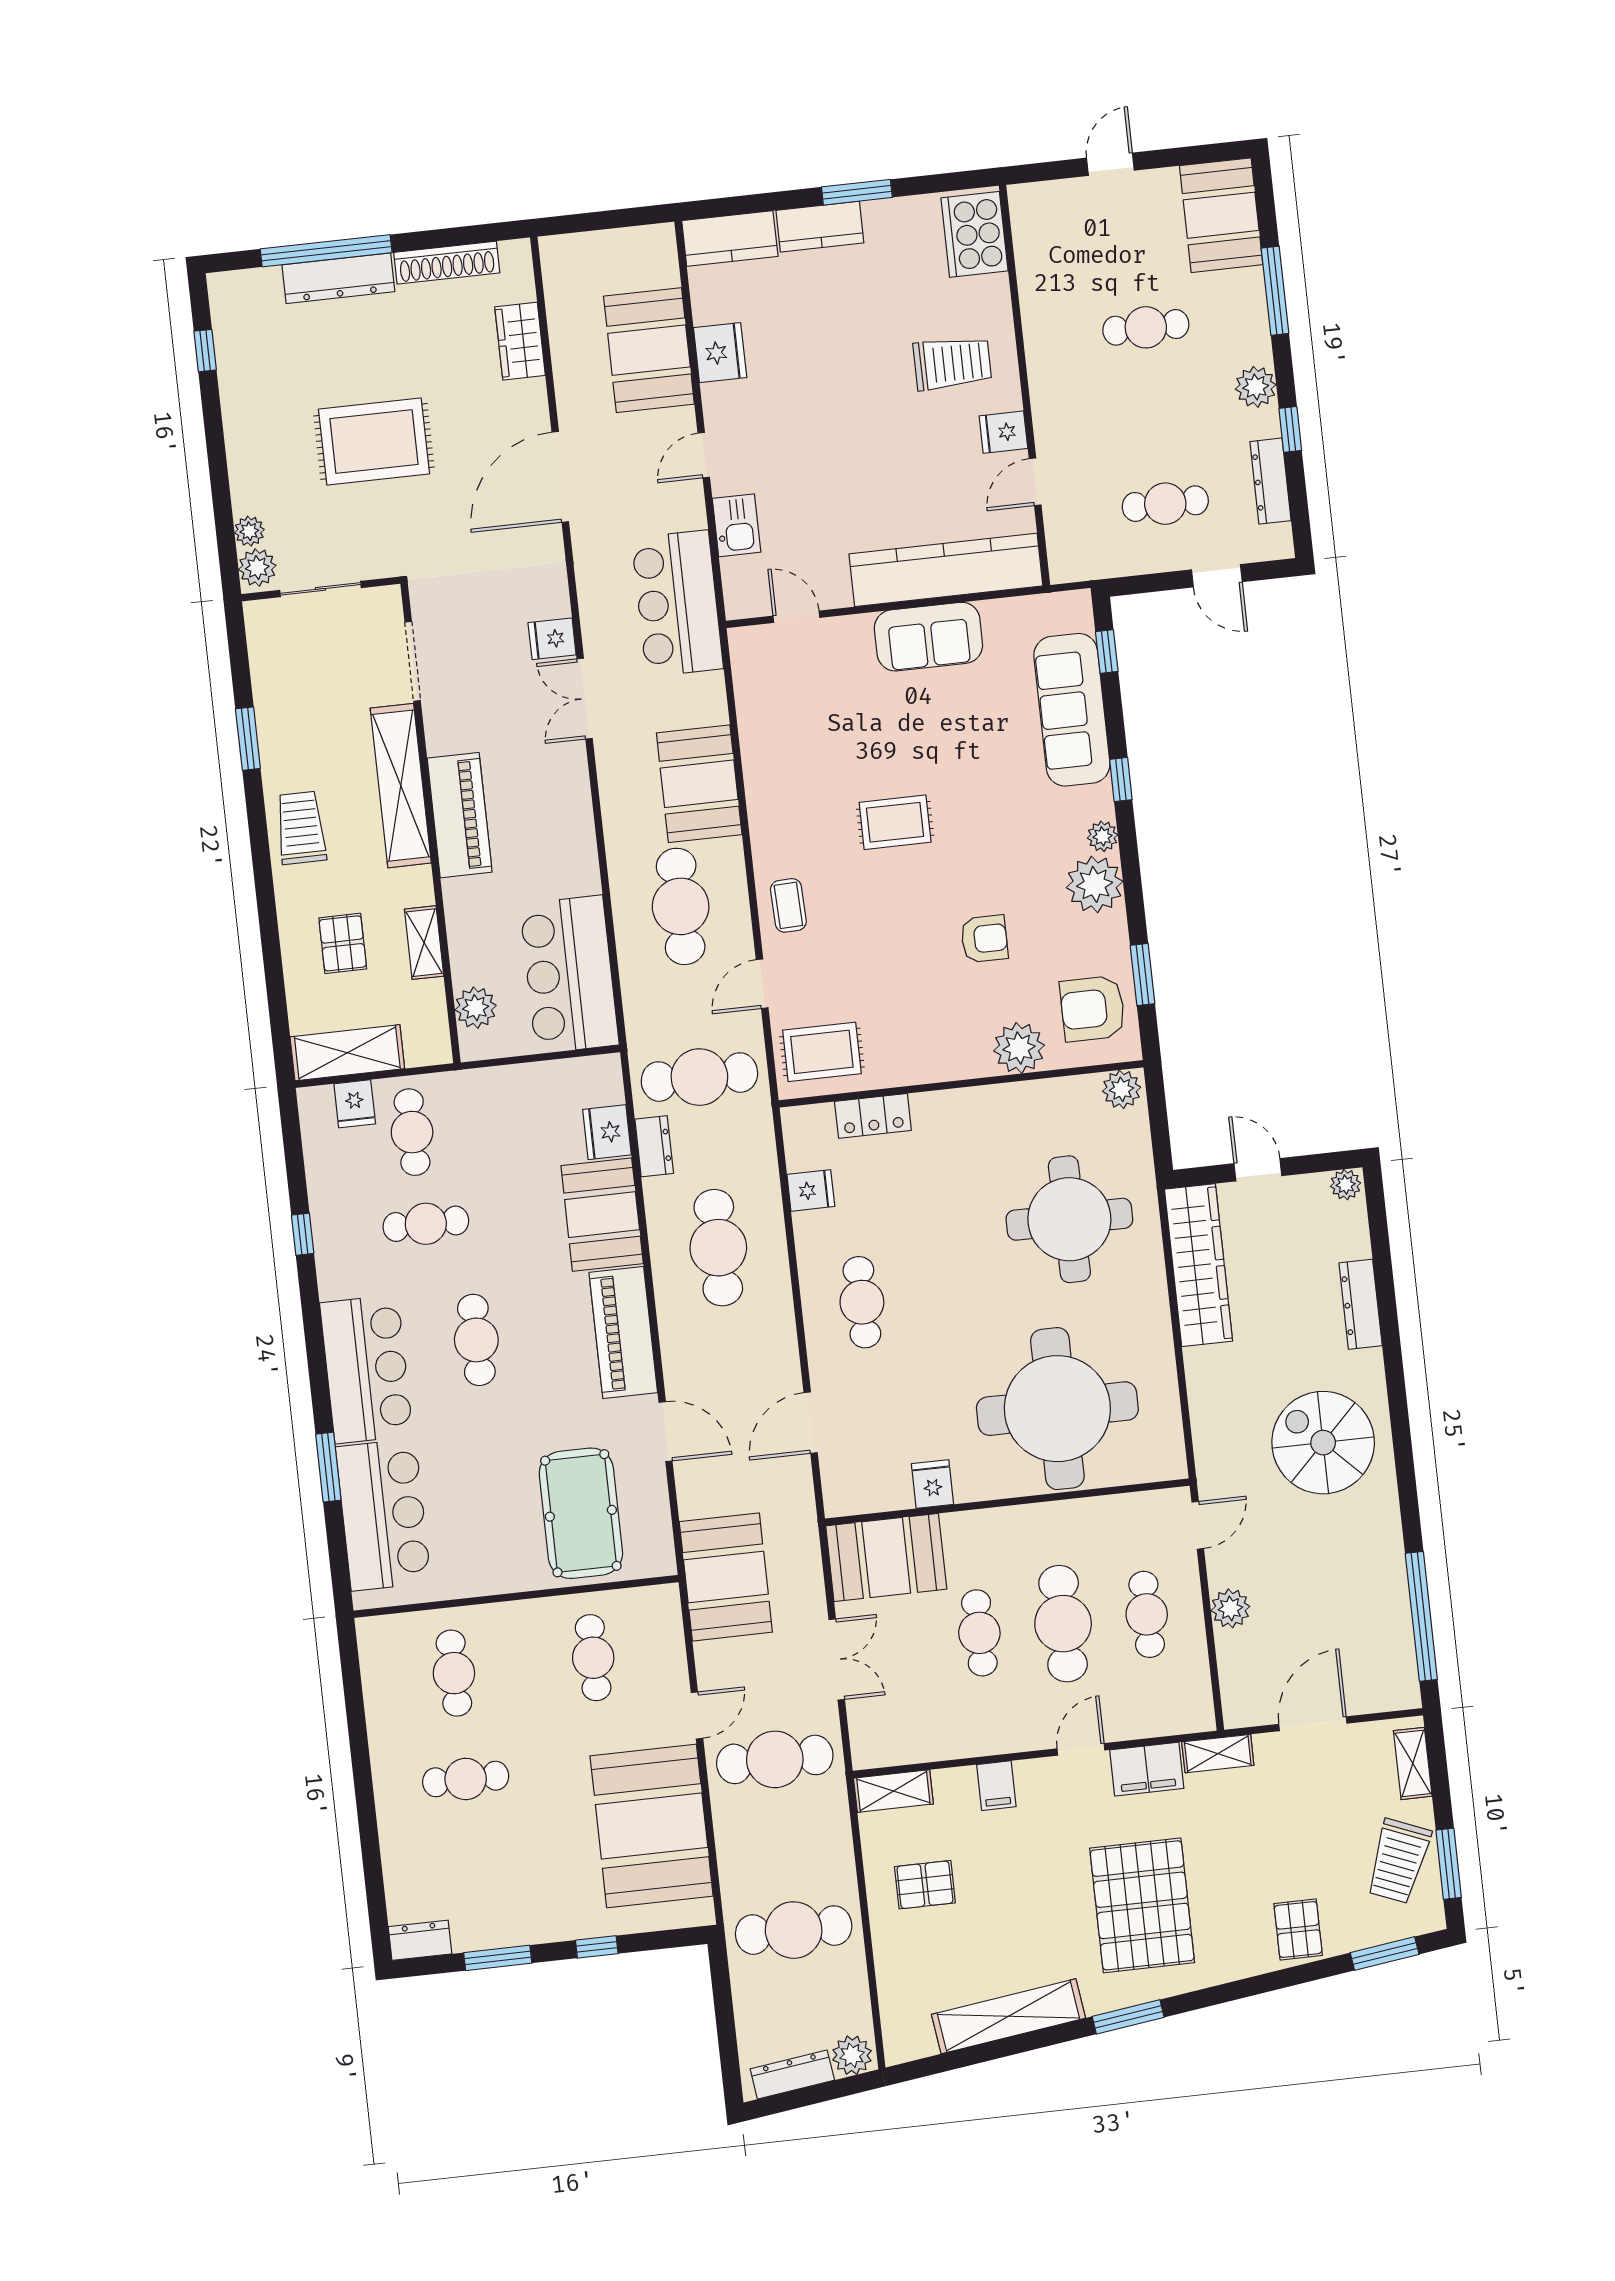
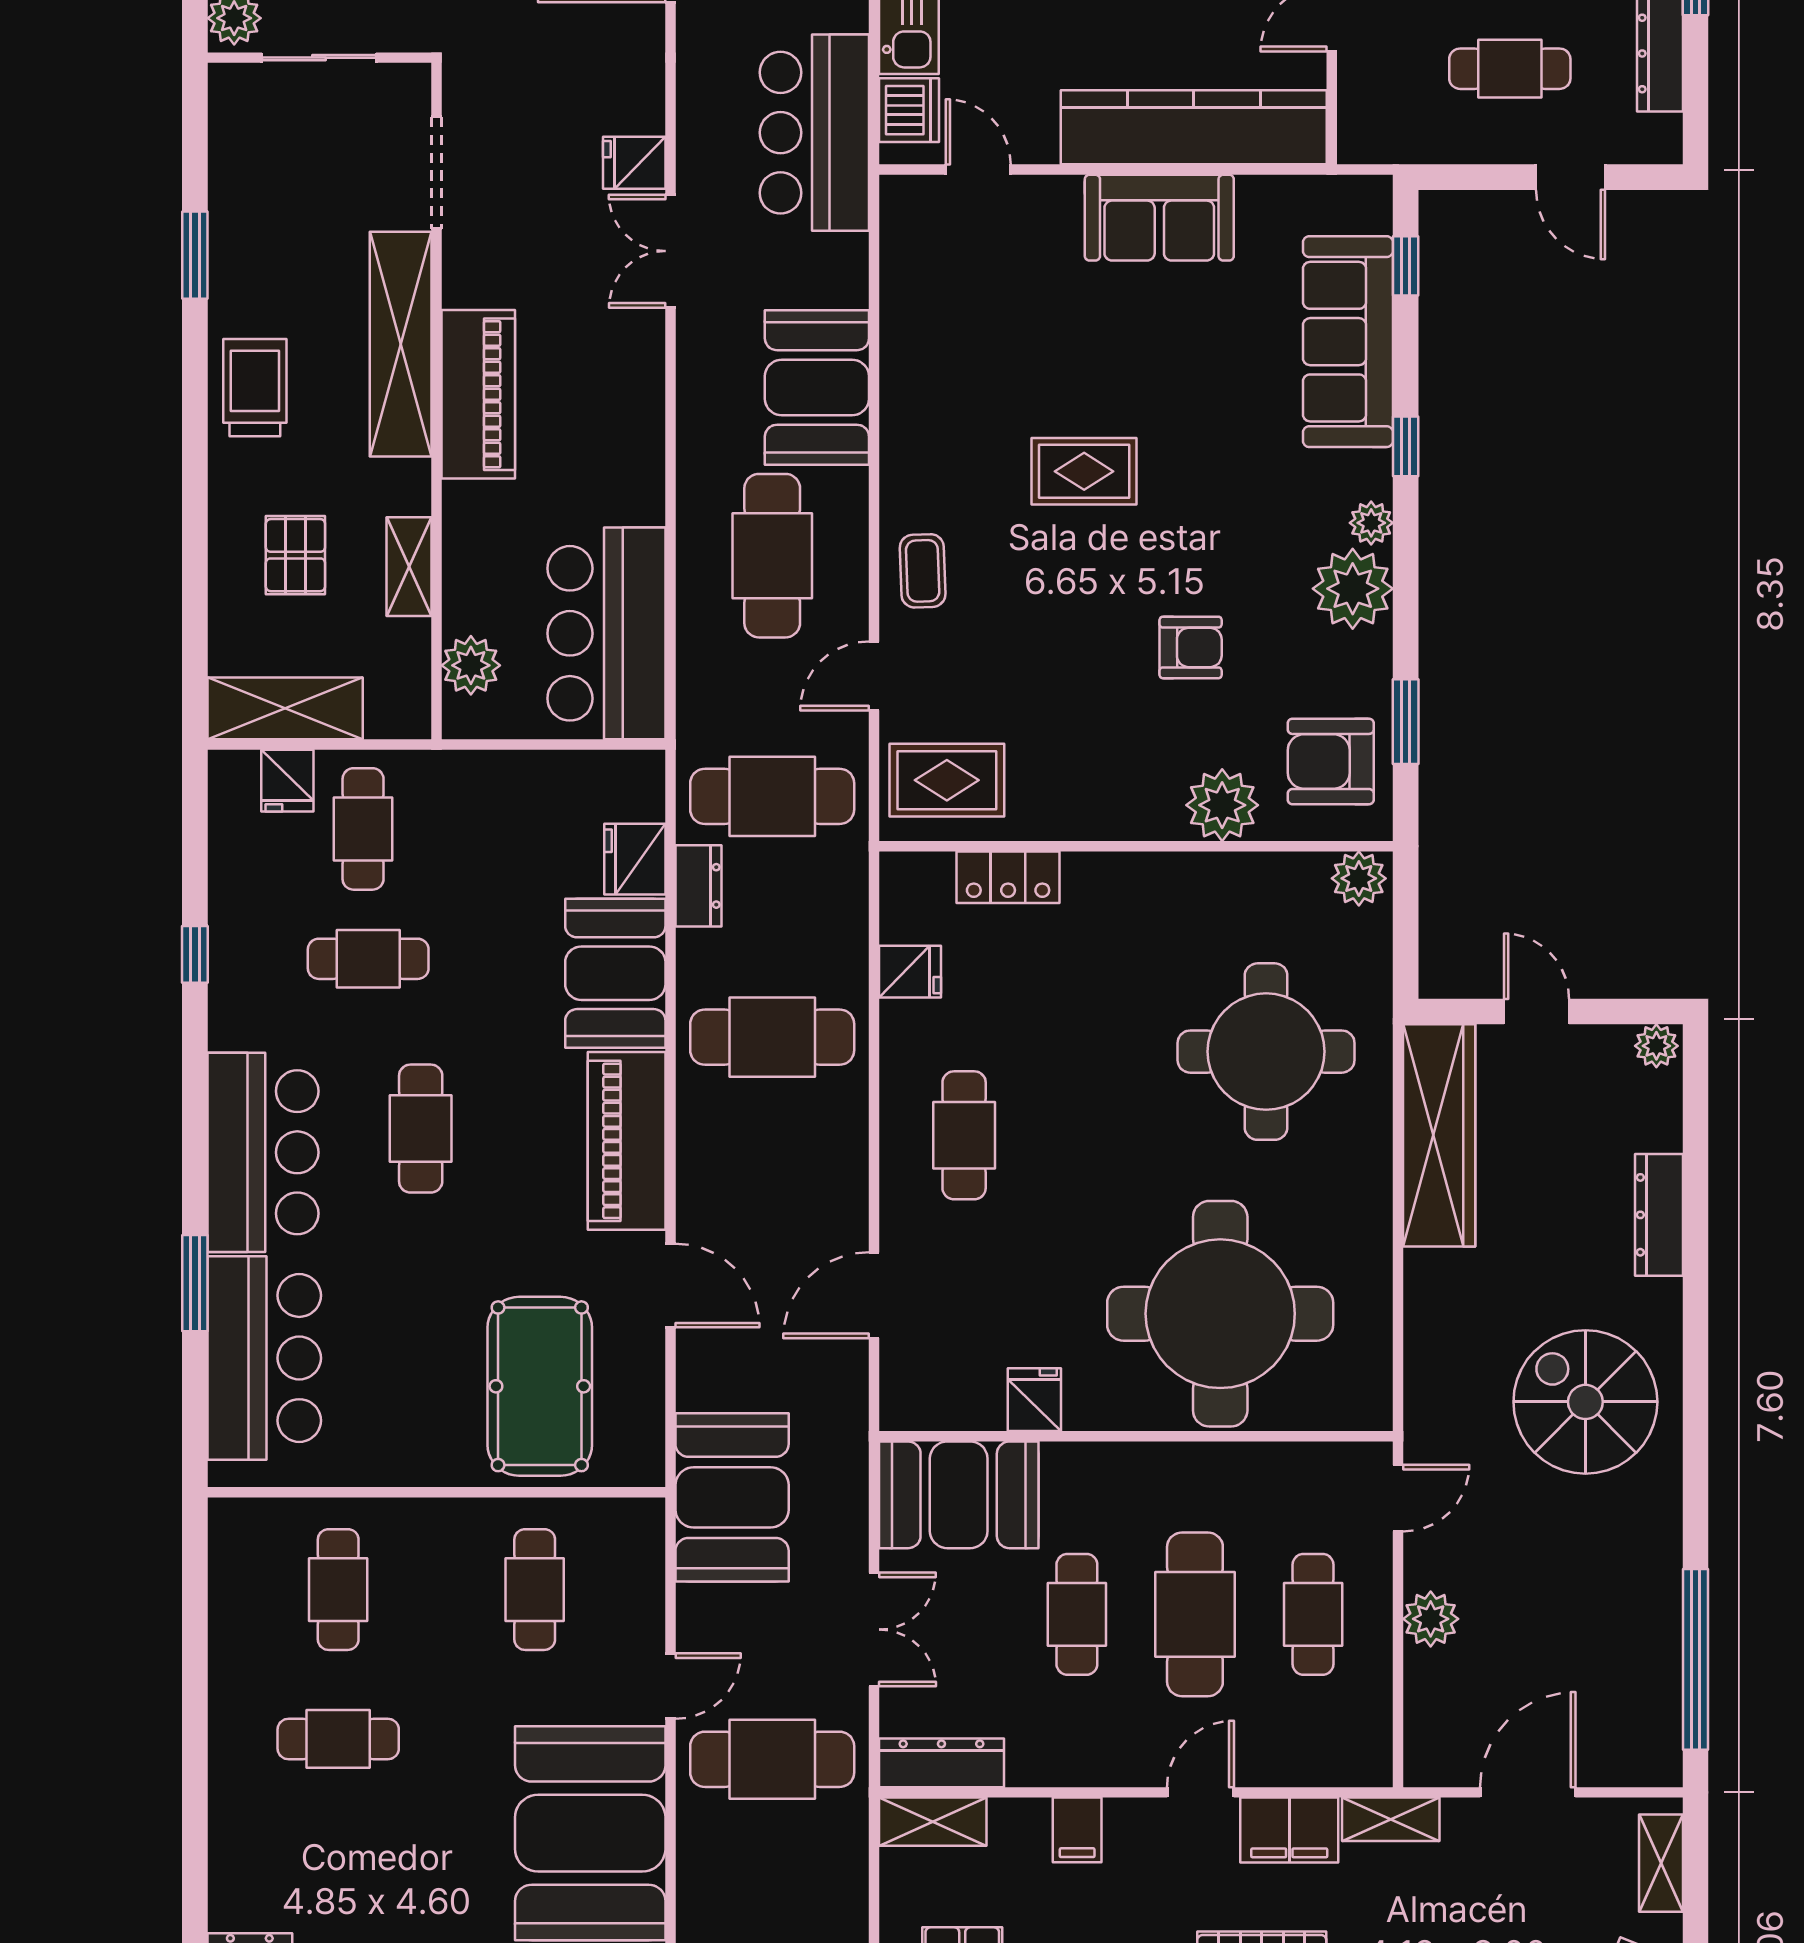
dishwasher: (743, 580) -> (909, 110), added
cafe table: (718, 1248) -> (772, 1037), turned 90
dresser: (895, 1749) -> (941, 1763), added

